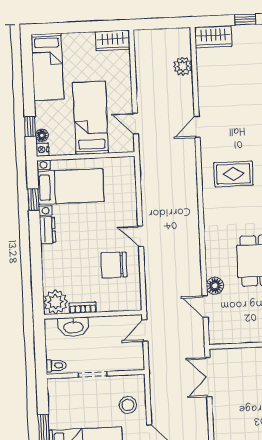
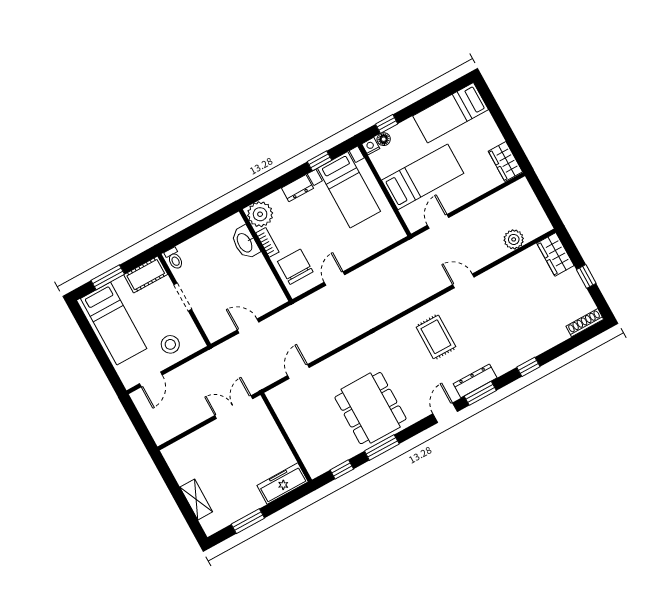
floor lamp: (215, 286) -> (322, 371), removed
plant: (55, 302) -> (260, 214), moved
bookcase: (83, 308) -> (267, 242), moved
wall: (93, 315) -> (266, 255), moved
washbasin: (73, 327) -> (245, 242), moved
cot: (58, 397) -> (146, 275), added

